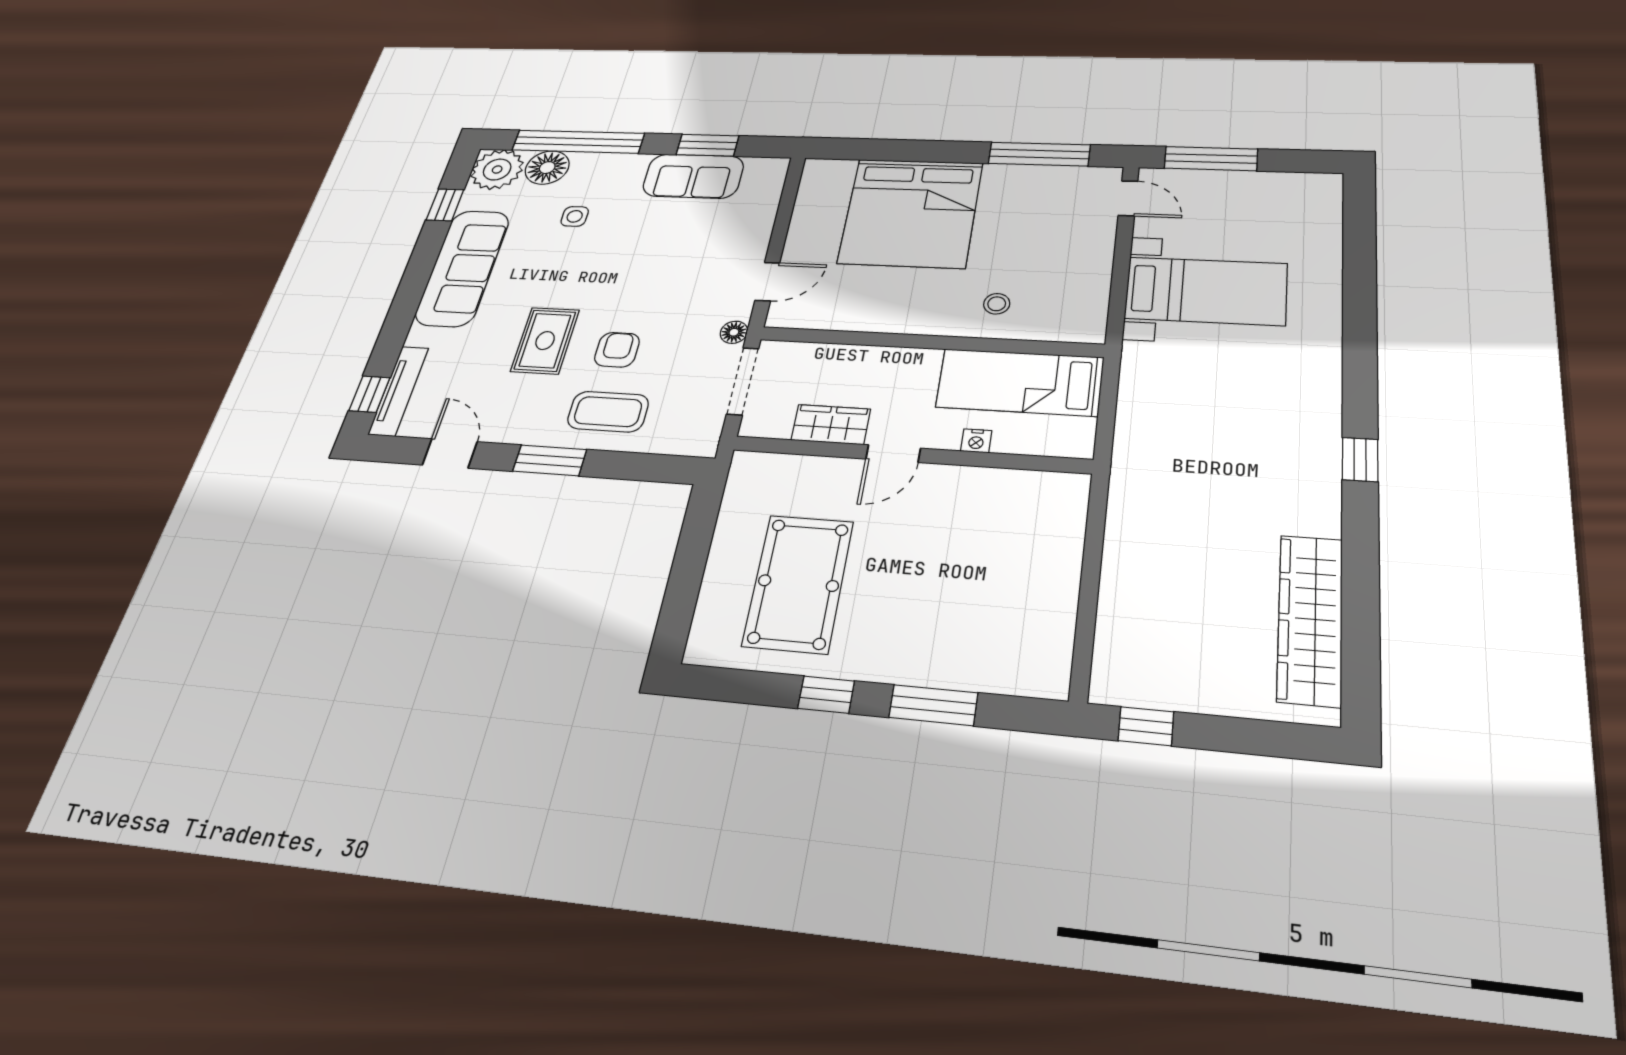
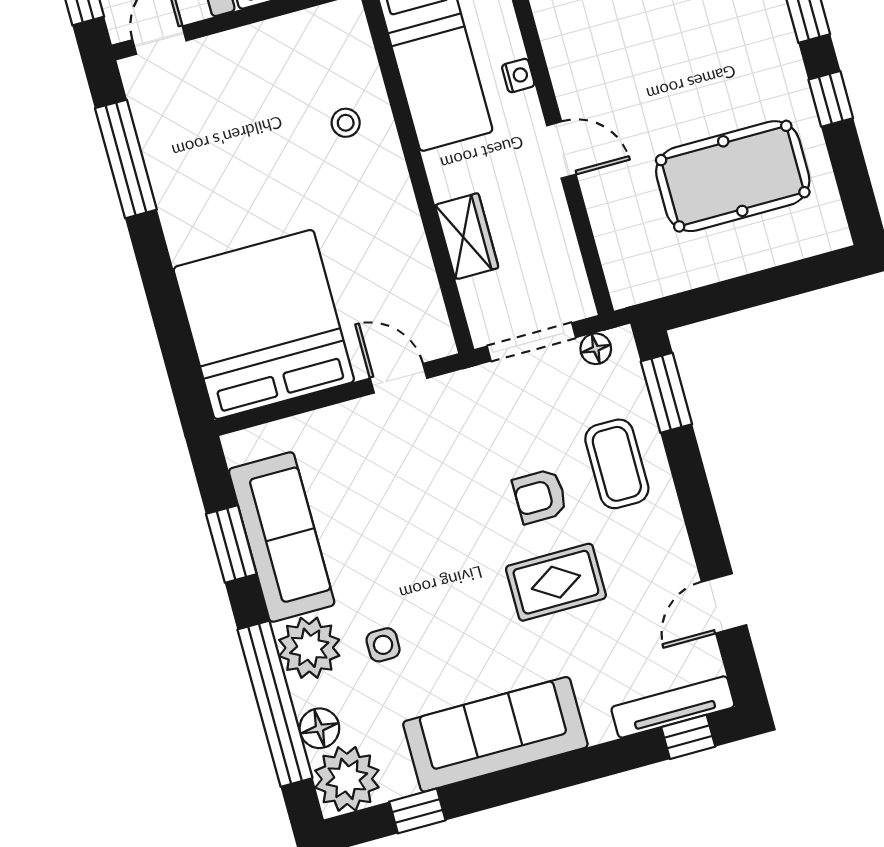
floor lamp: (547, 168) -> (319, 728), width x0.73, depth x0.73
plant: (603, 172) -> (309, 648), added
sofa: (693, 176) -> (282, 537), width x1.36
bed: (911, 213) -> (264, 324), moved, turned -90
floor lamp: (734, 332) -> (596, 349), moved
wardrobe: (831, 425) -> (467, 236), moved, turned 180
window: (550, 460) -> (666, 393), moved

